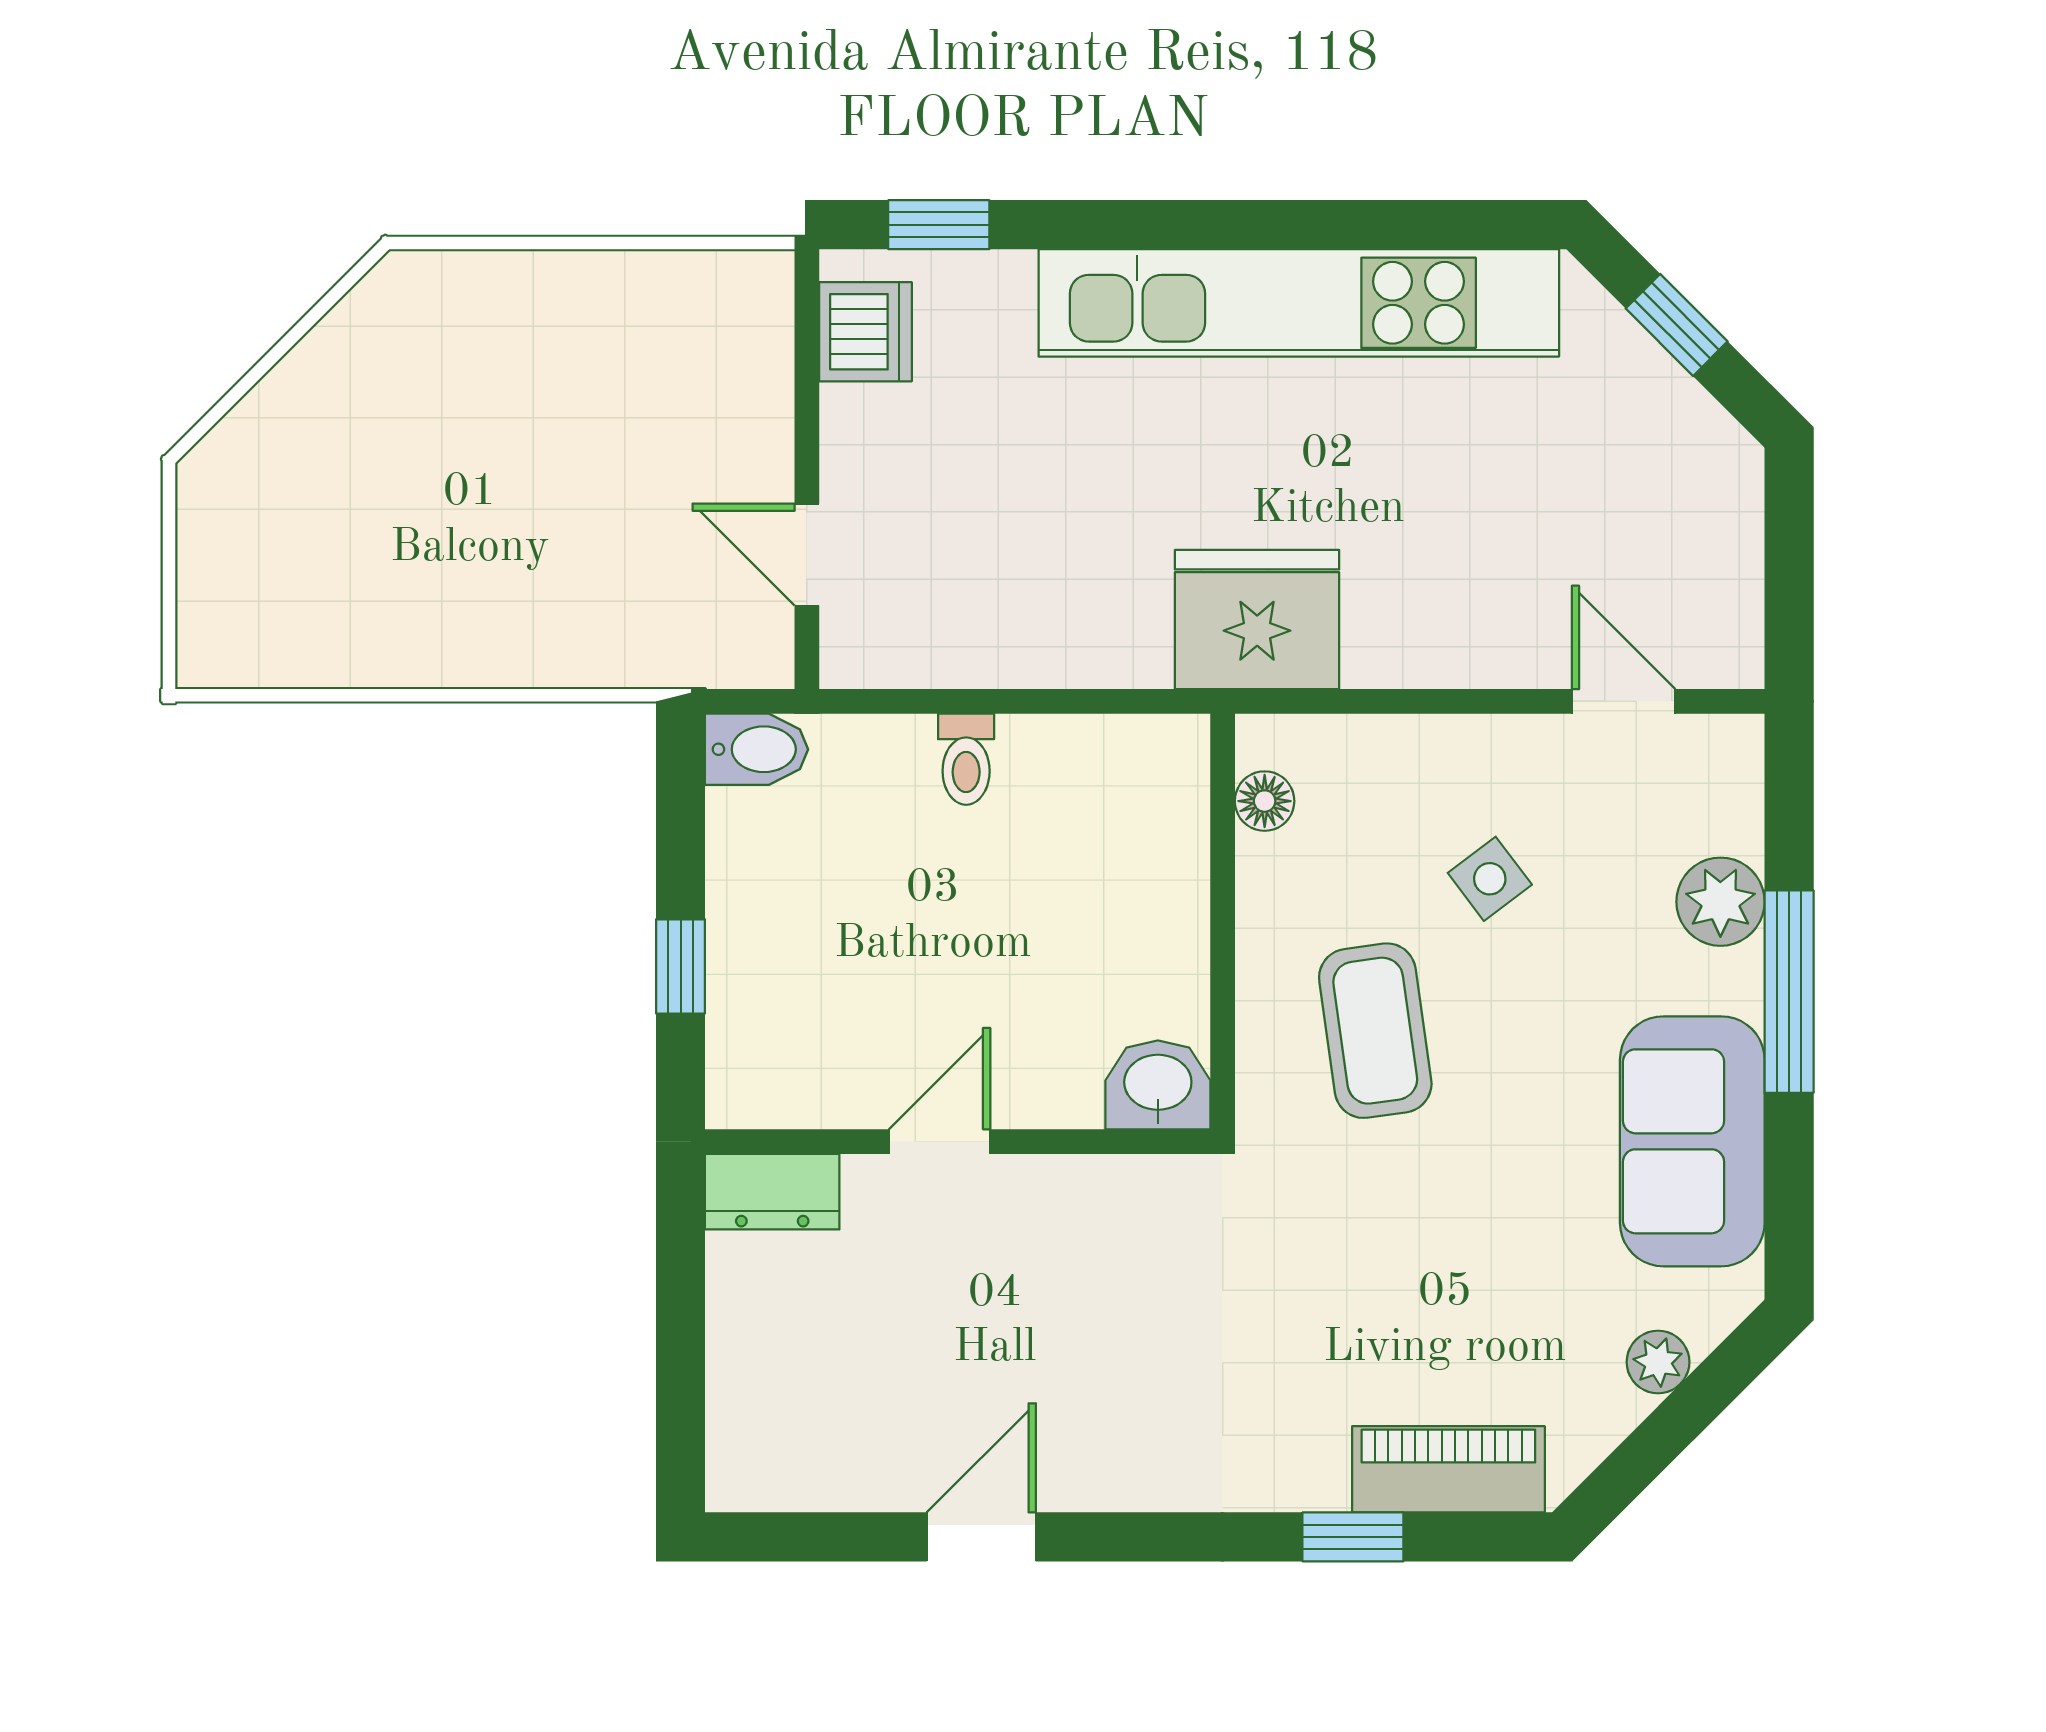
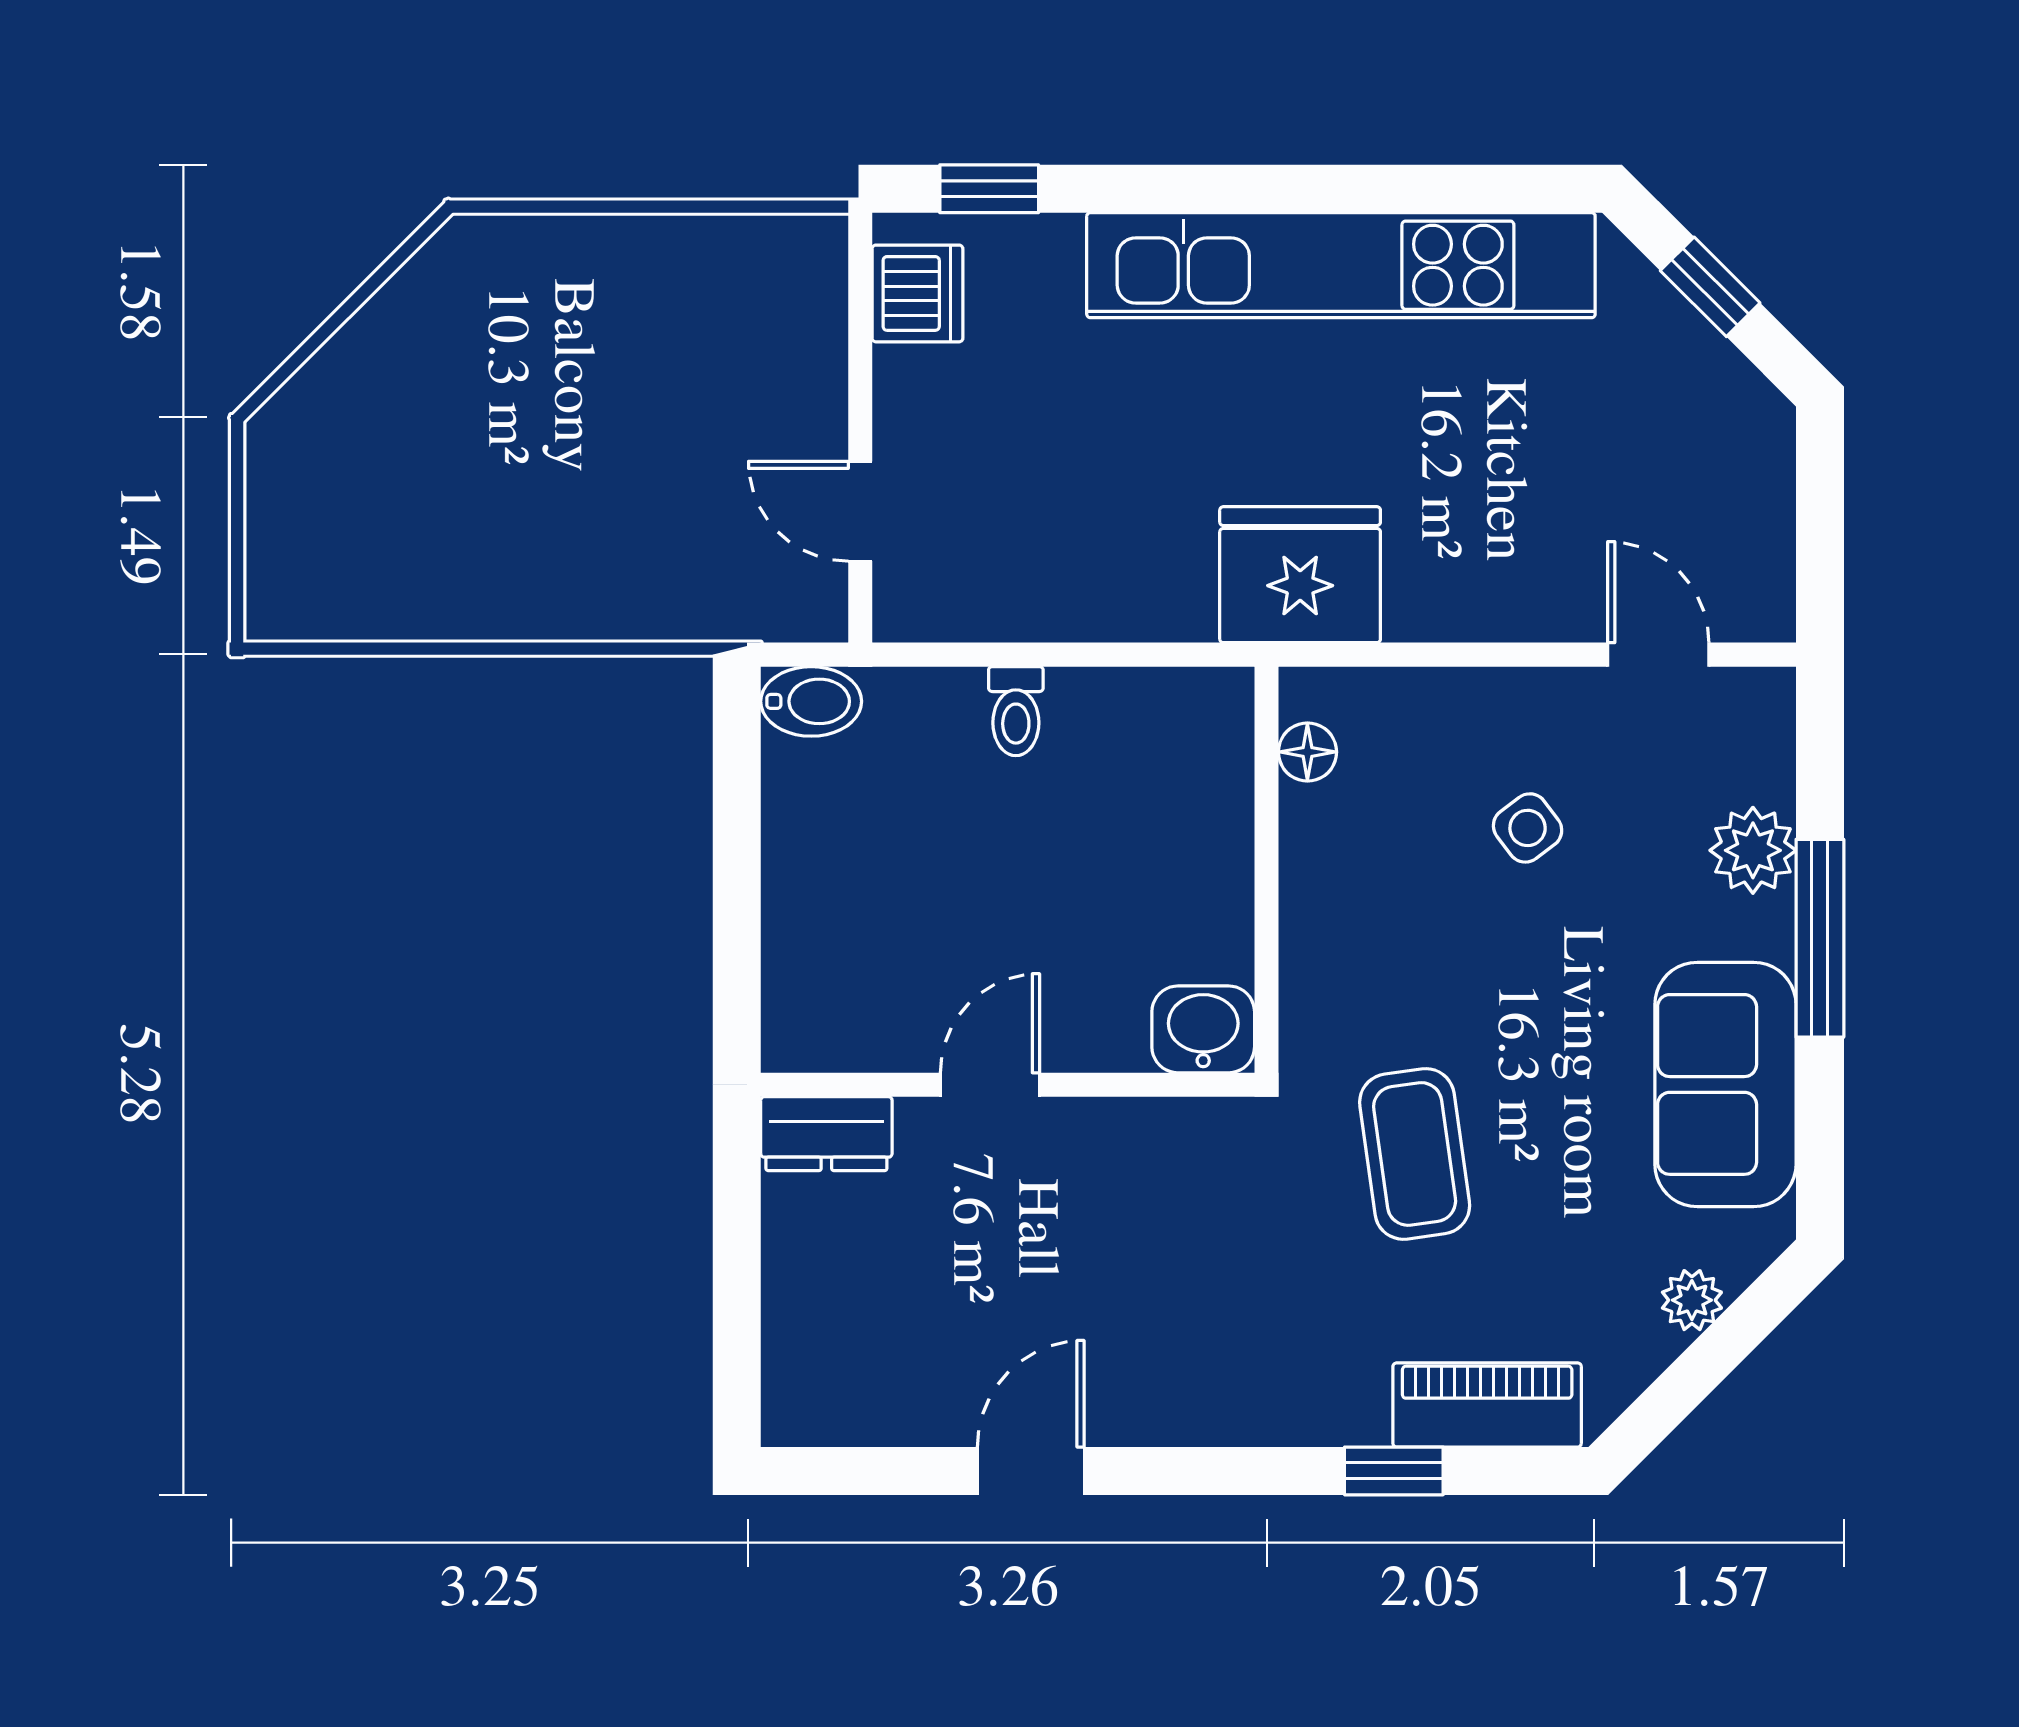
window: (681, 966) -> (737, 914), removed
coffee table: (1375, 1031) -> (1415, 1154), moved

